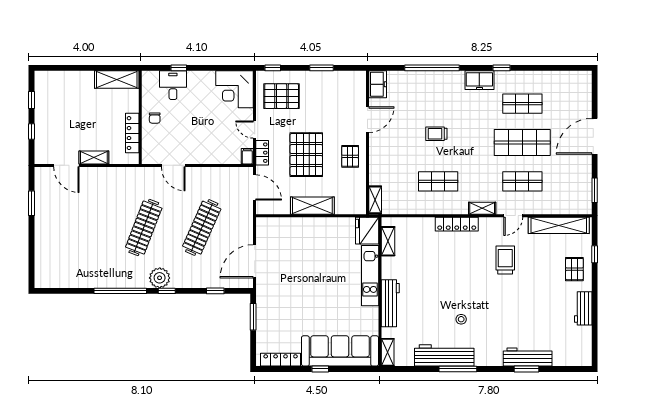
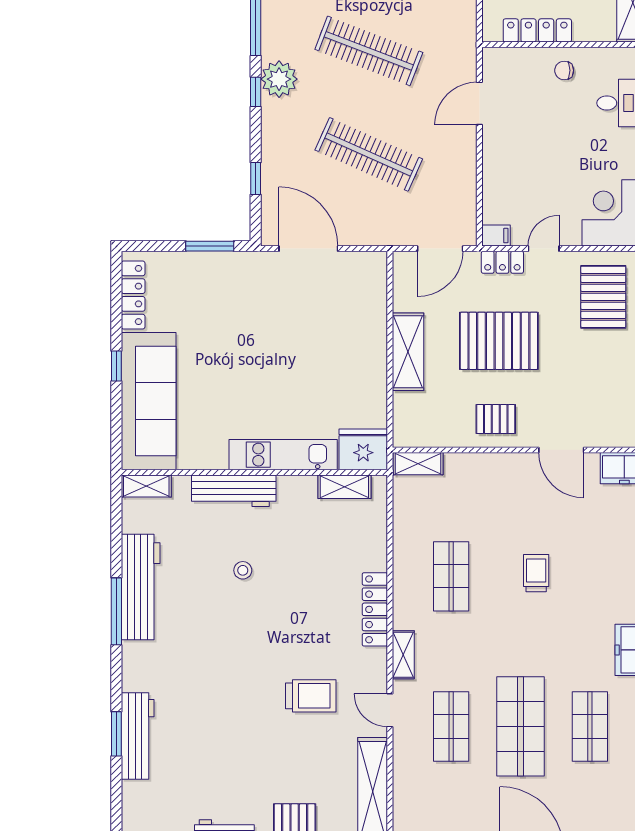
stool: (461, 319) -> (243, 570), moved

